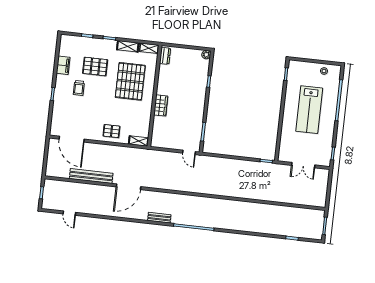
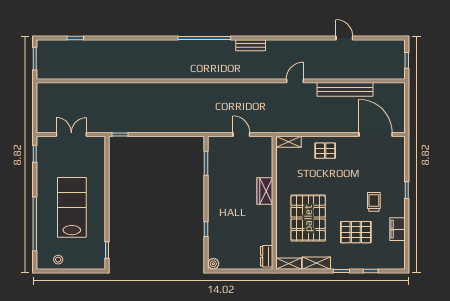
door: (189, 152) -> (241, 134), moved
door: (129, 187) -> (295, 81), width x0.53
door: (69, 213) -> (344, 38), moved

